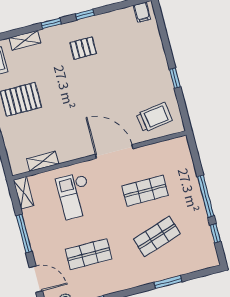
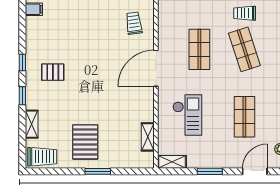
pallet: (83, 48) -> (53, 72), turned 90
trolley: (154, 117) -> (134, 23), width x0.73, depth x0.72
checkout: (75, 196) -> (187, 115), turned -90
trolley: (194, 227) -> (245, 13), added
window: (24, 233) -> (210, 171), width x0.69

